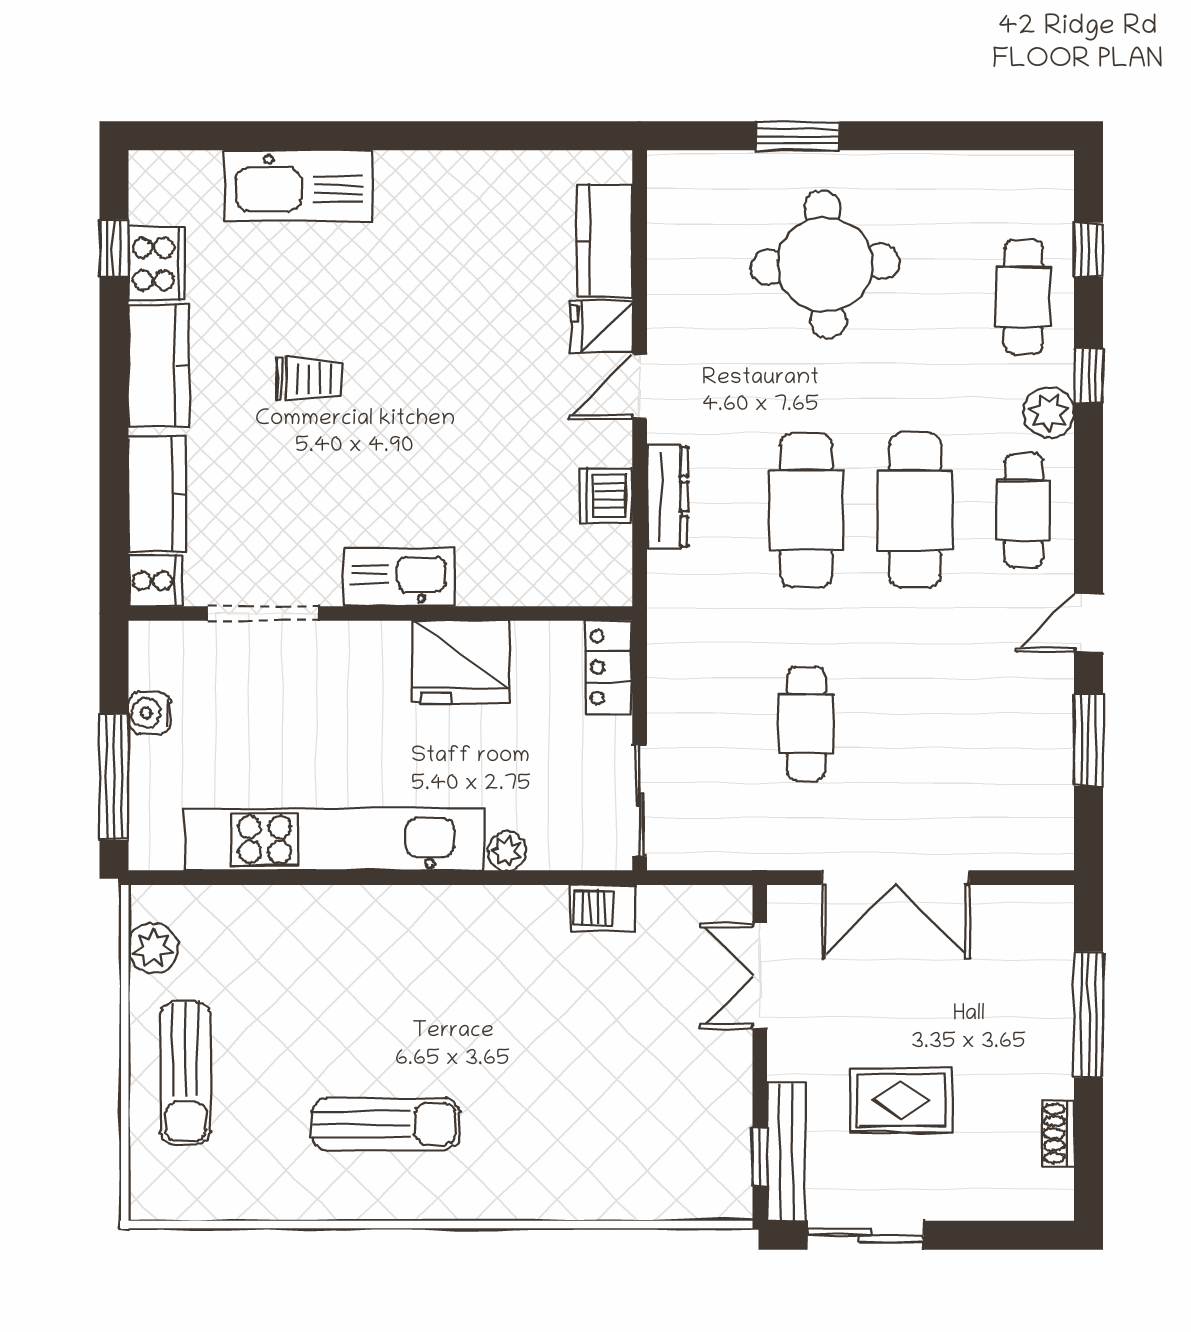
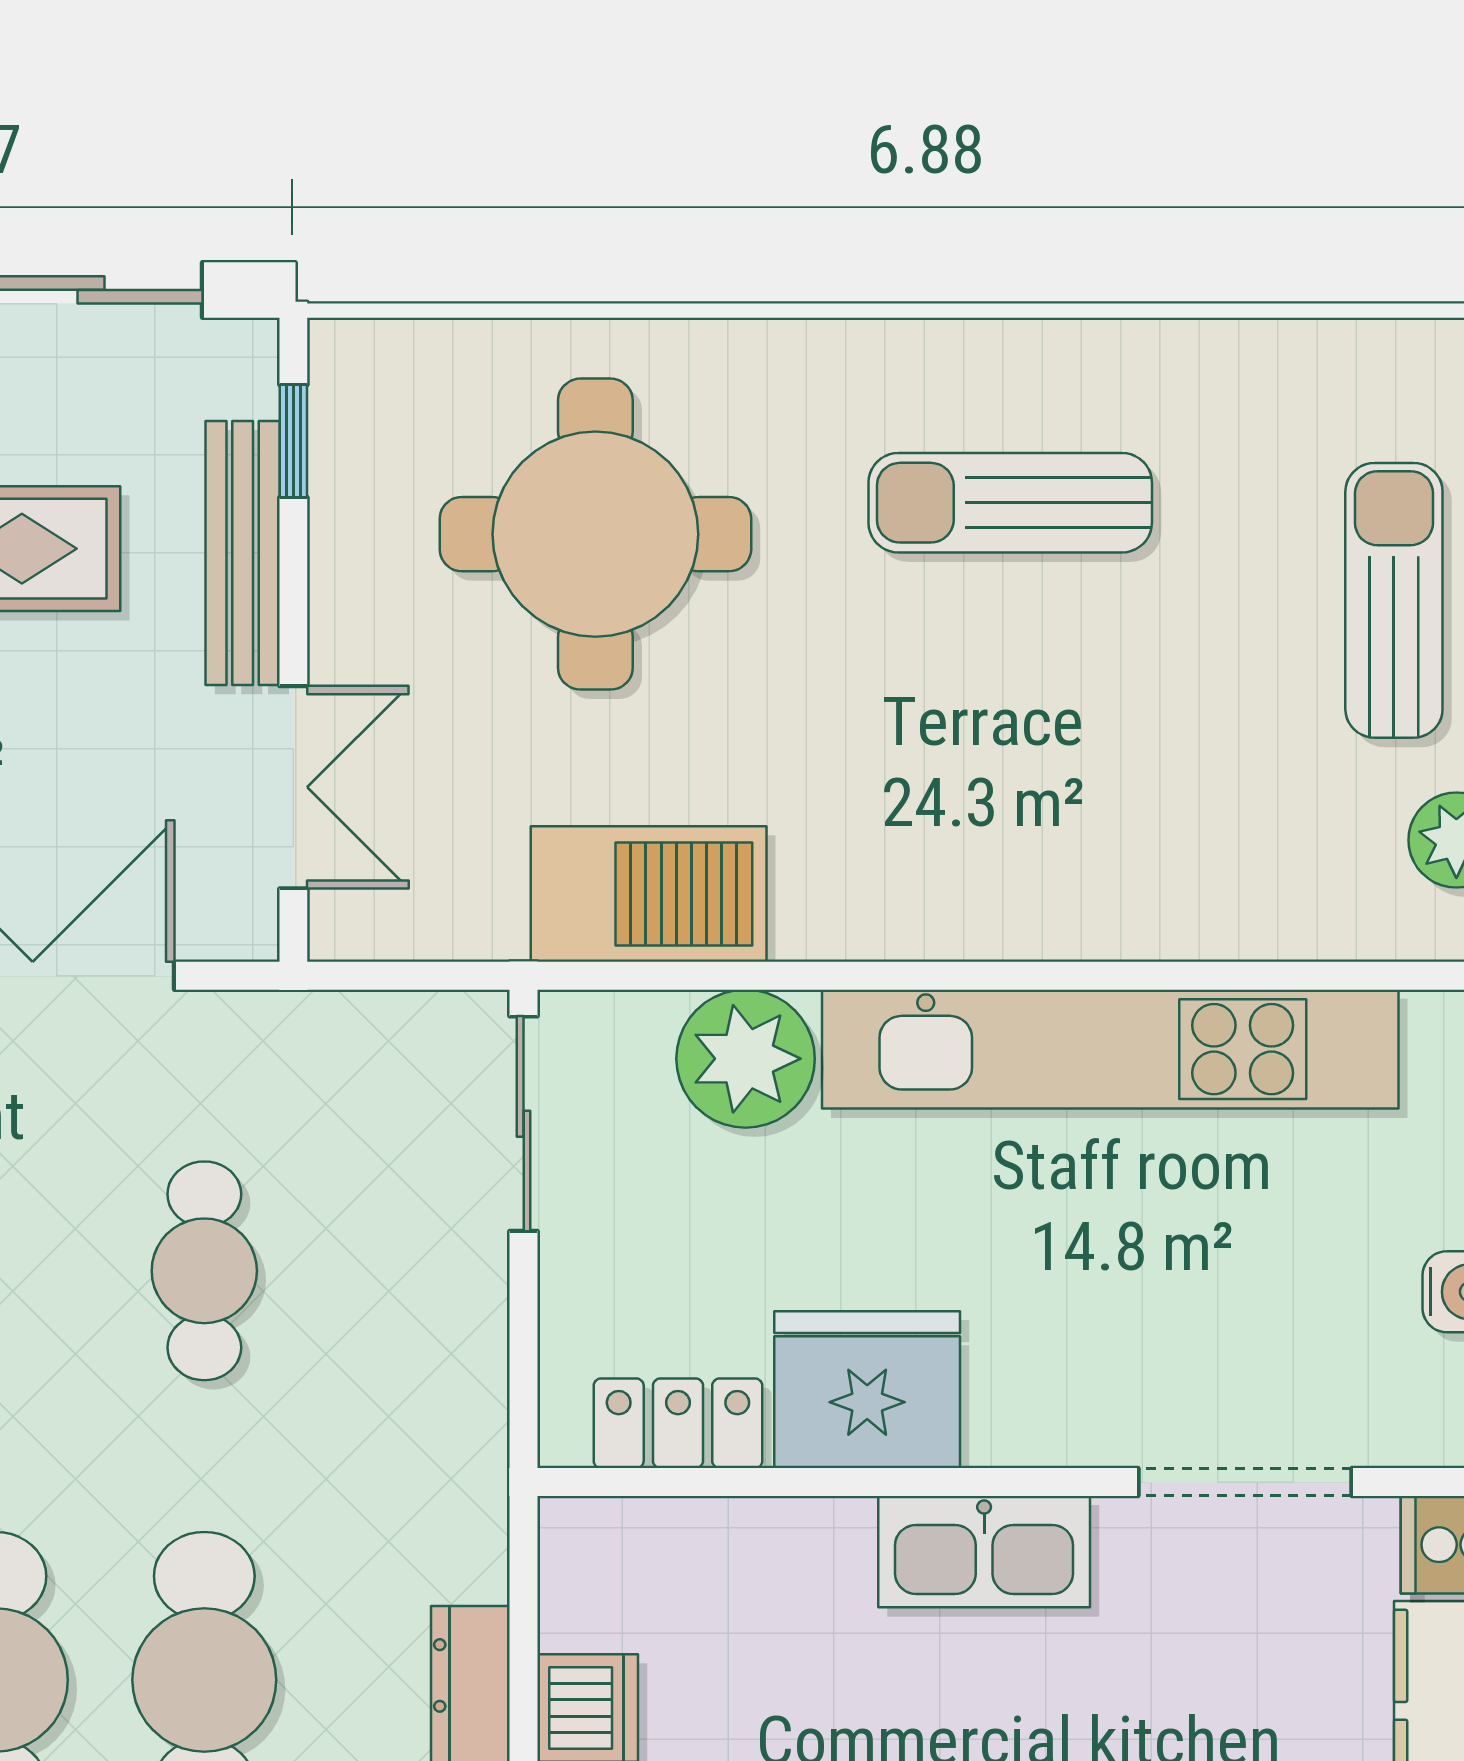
locker: (609, 667) -> (678, 1423), moved, turned -90
plant: (507, 851) -> (746, 1059), width x1.88, depth x1.88
barbecue: (603, 908) -> (649, 894), width x1.88, depth x1.53
round table: (602, 1108) -> (595, 534), added
bench: (786, 1152) -> (243, 553), moved

